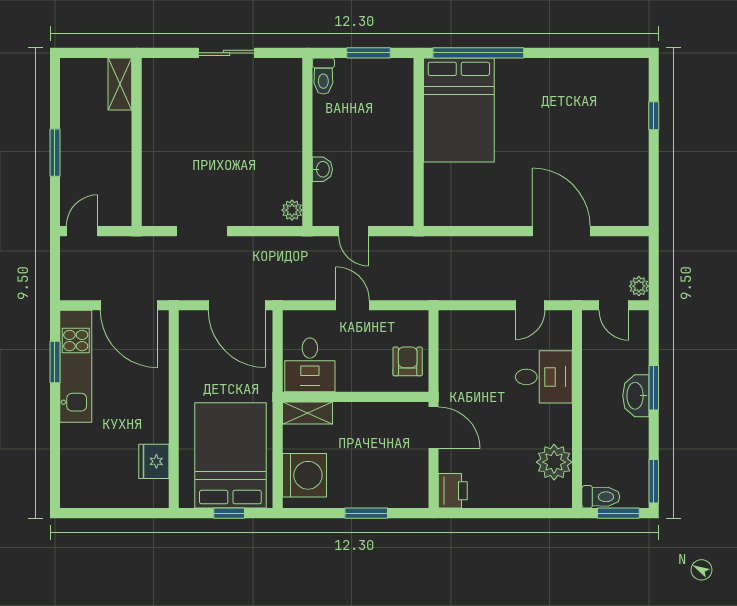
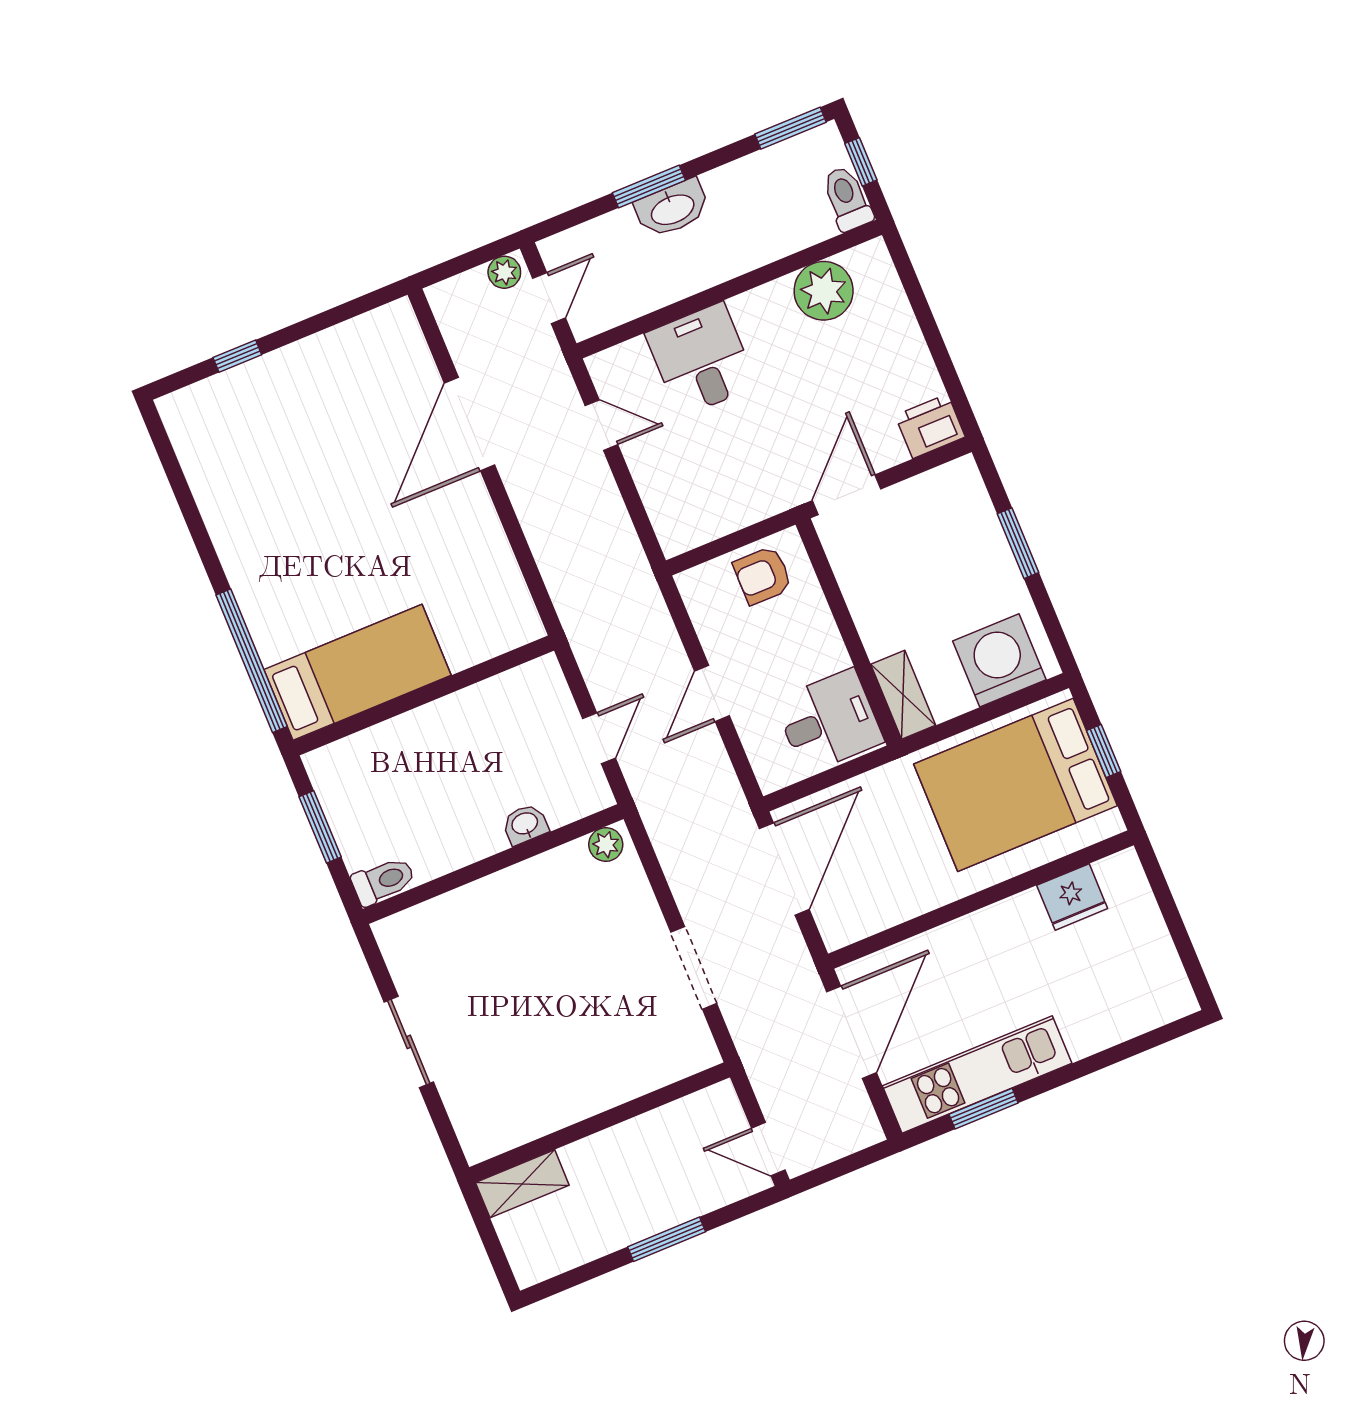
bed: (459, 110) -> (358, 672), width x0.67
window: (618, 513) -> (861, 162), width x0.67

